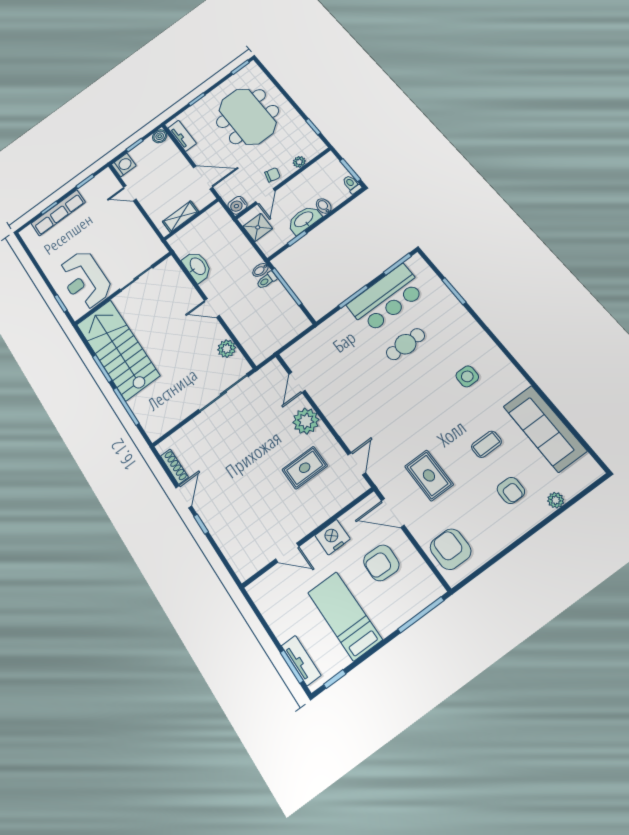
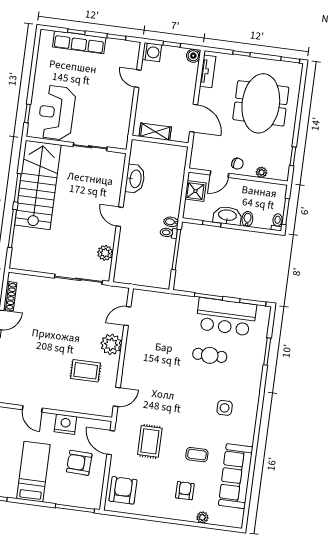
water cooler: (237, 205) -> (197, 162), removed
armchair: (511, 490) -> (185, 491), turned 180

